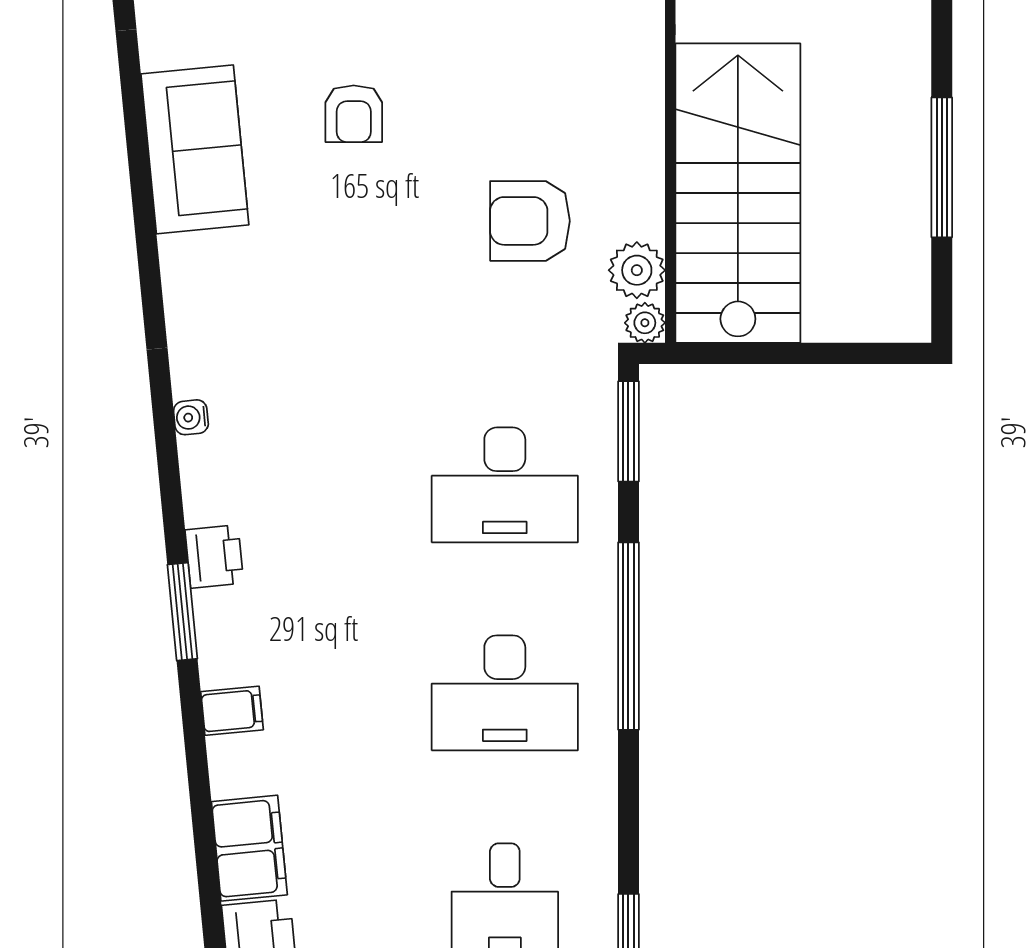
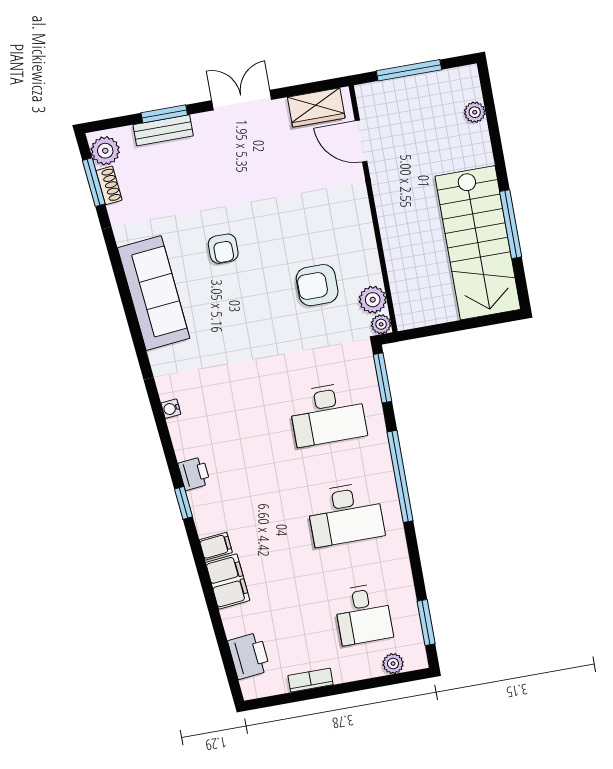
sofa: (195, 149) -> (154, 293), width x1.36
stairs: (738, 193) -> (478, 243), moved, turned 180
window: (182, 612) -> (183, 503), width x0.67
filing cabinet: (249, 848) -> (228, 582), moved

